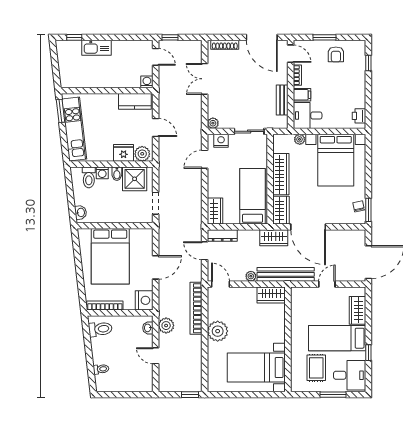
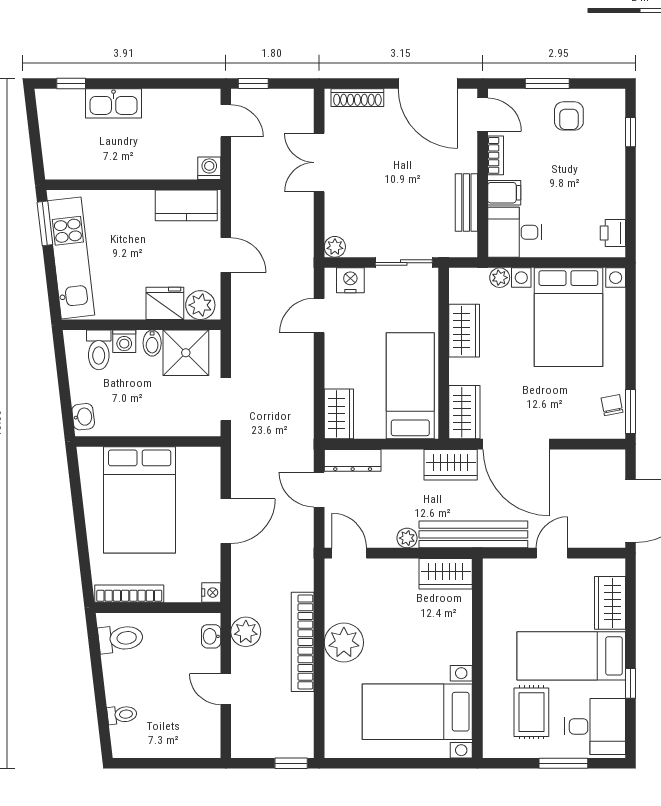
wardrobe: (281, 174) -> (464, 331), width x0.67
nightstand: (144, 300) -> (211, 593), width x0.53, depth x0.56
bookcase: (196, 308) -> (303, 642), moved

